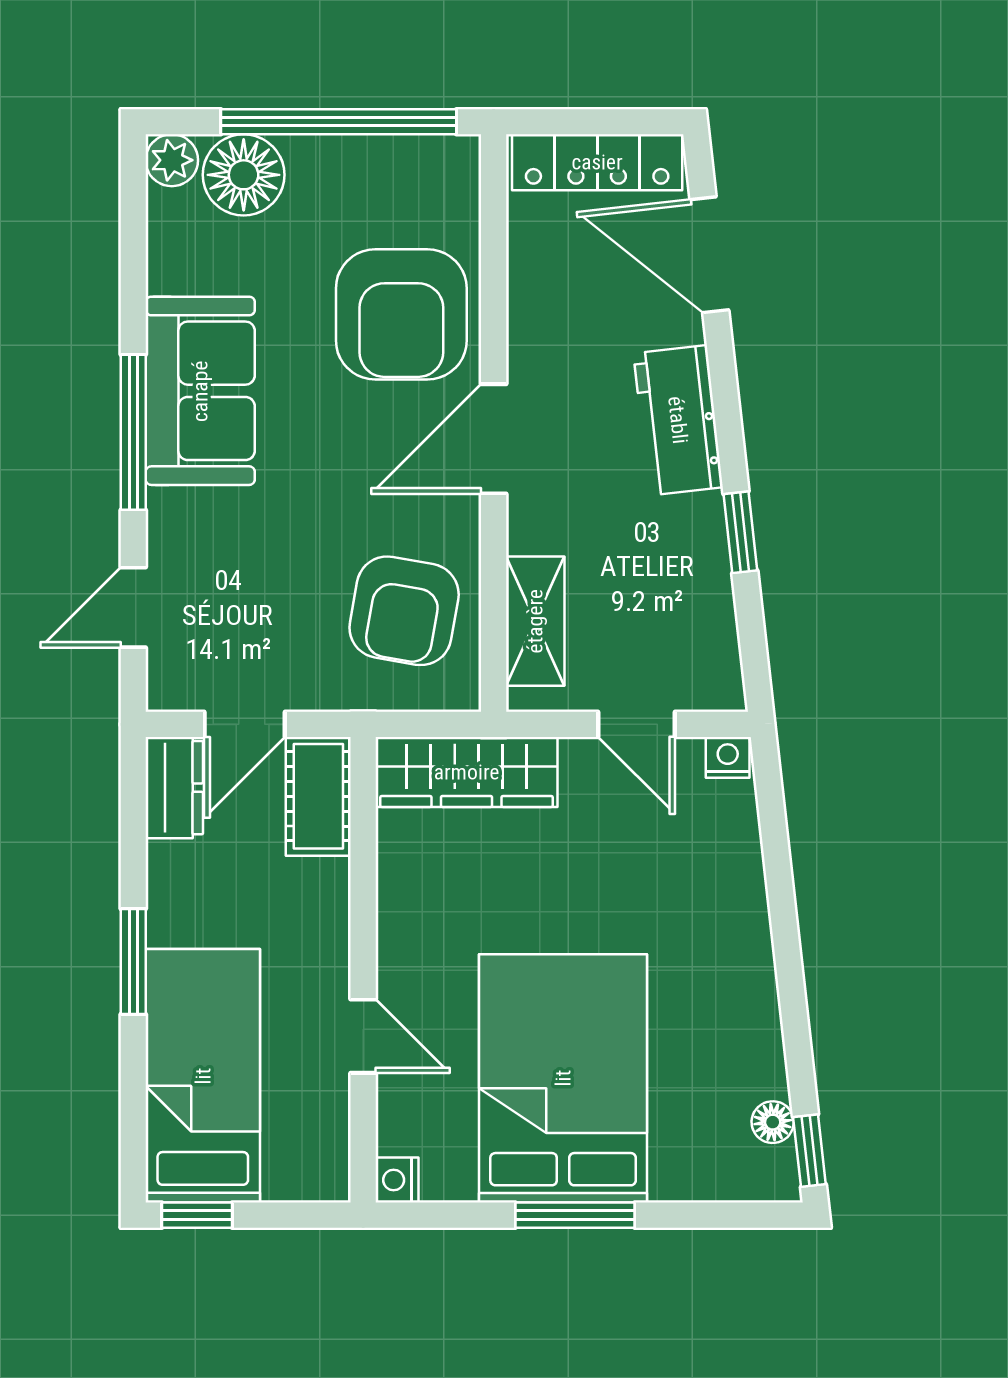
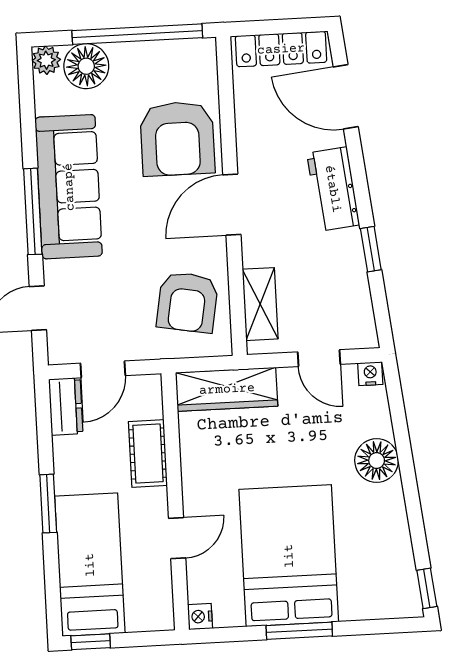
sofa: (200, 391) -> (69, 187), width x1.36
cot: (318, 796) -> (148, 454), moved
door: (363, 1036) -> (177, 538), hinge flipped
floor lamp: (773, 1122) -> (377, 461), moved, width x1.89, depth x1.89

